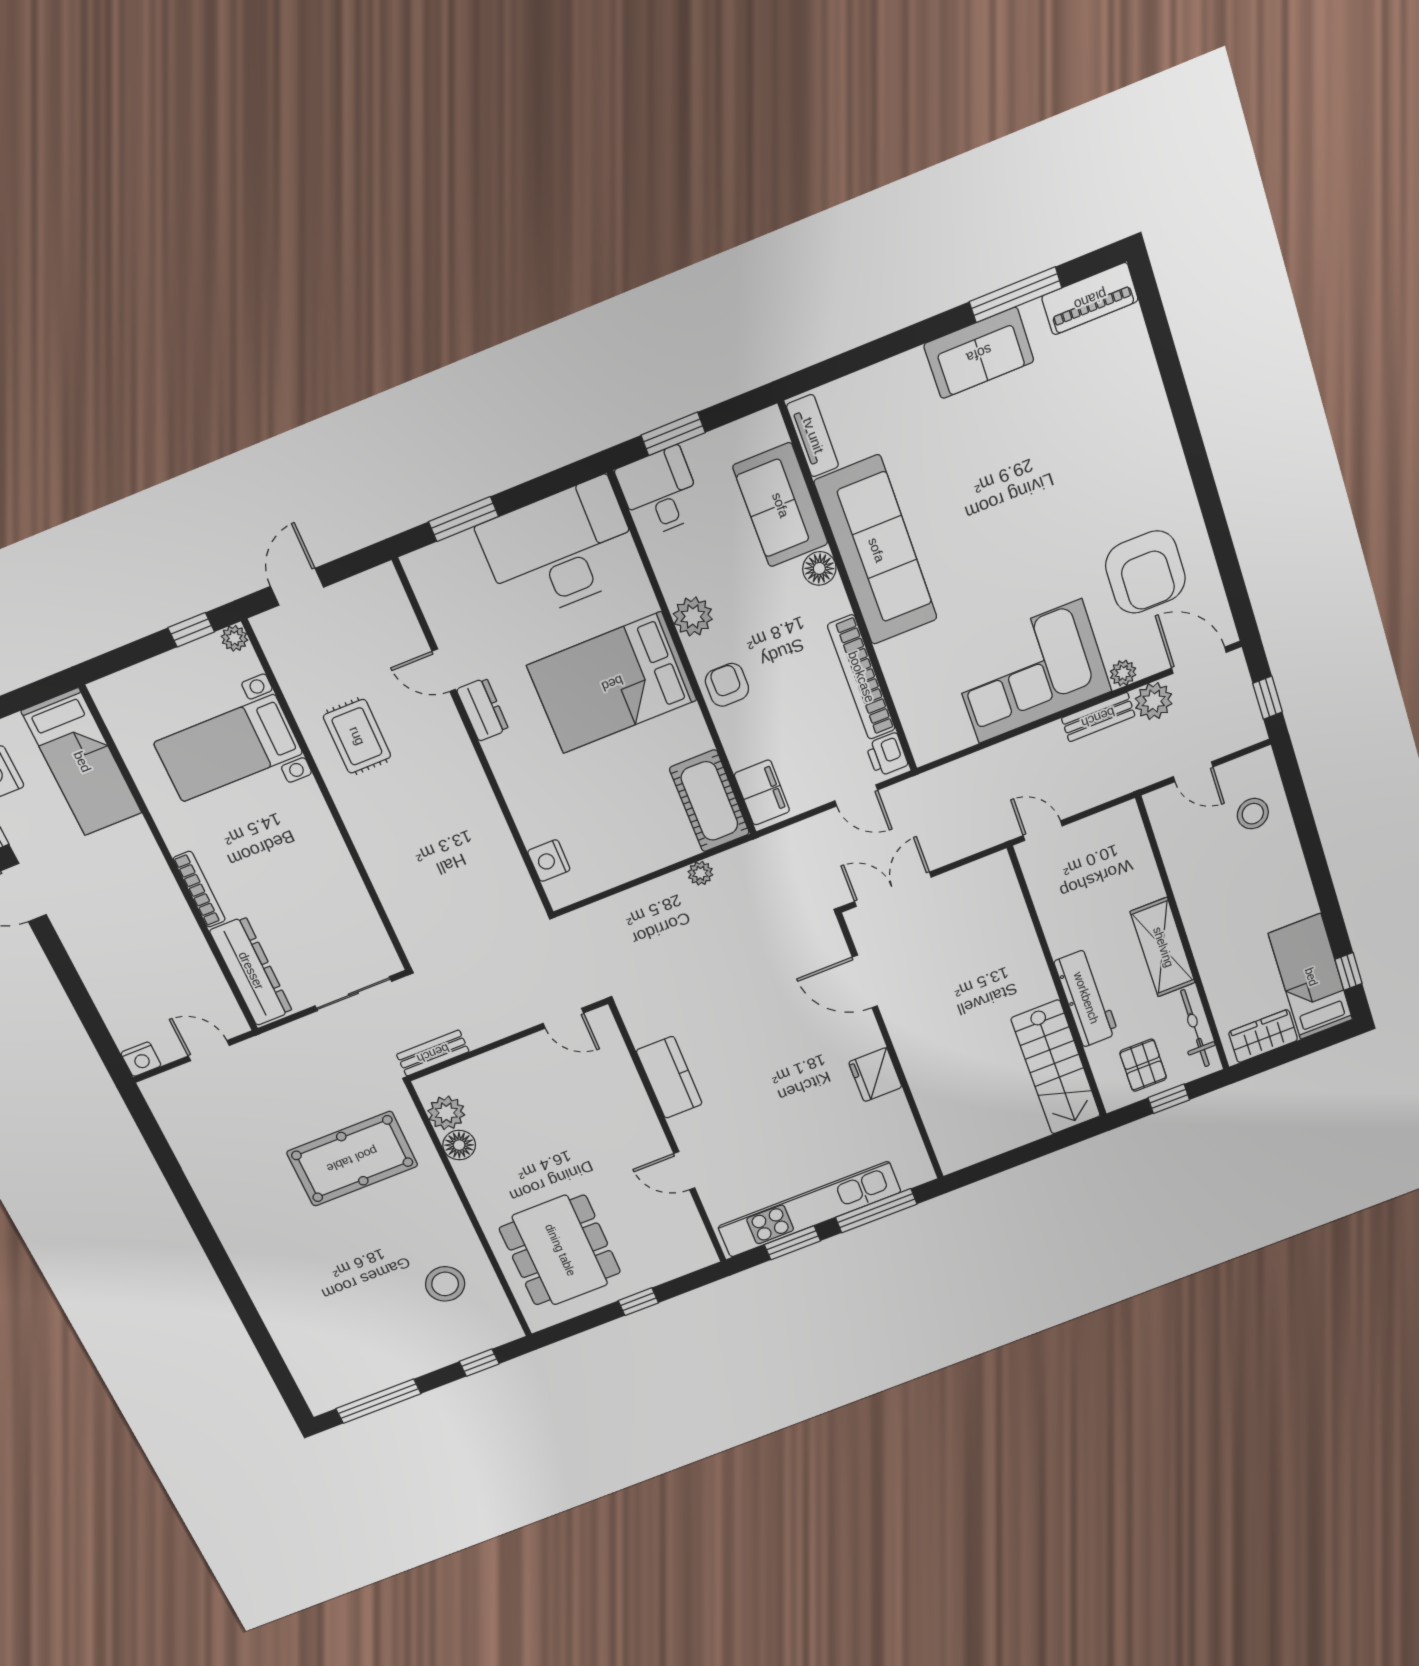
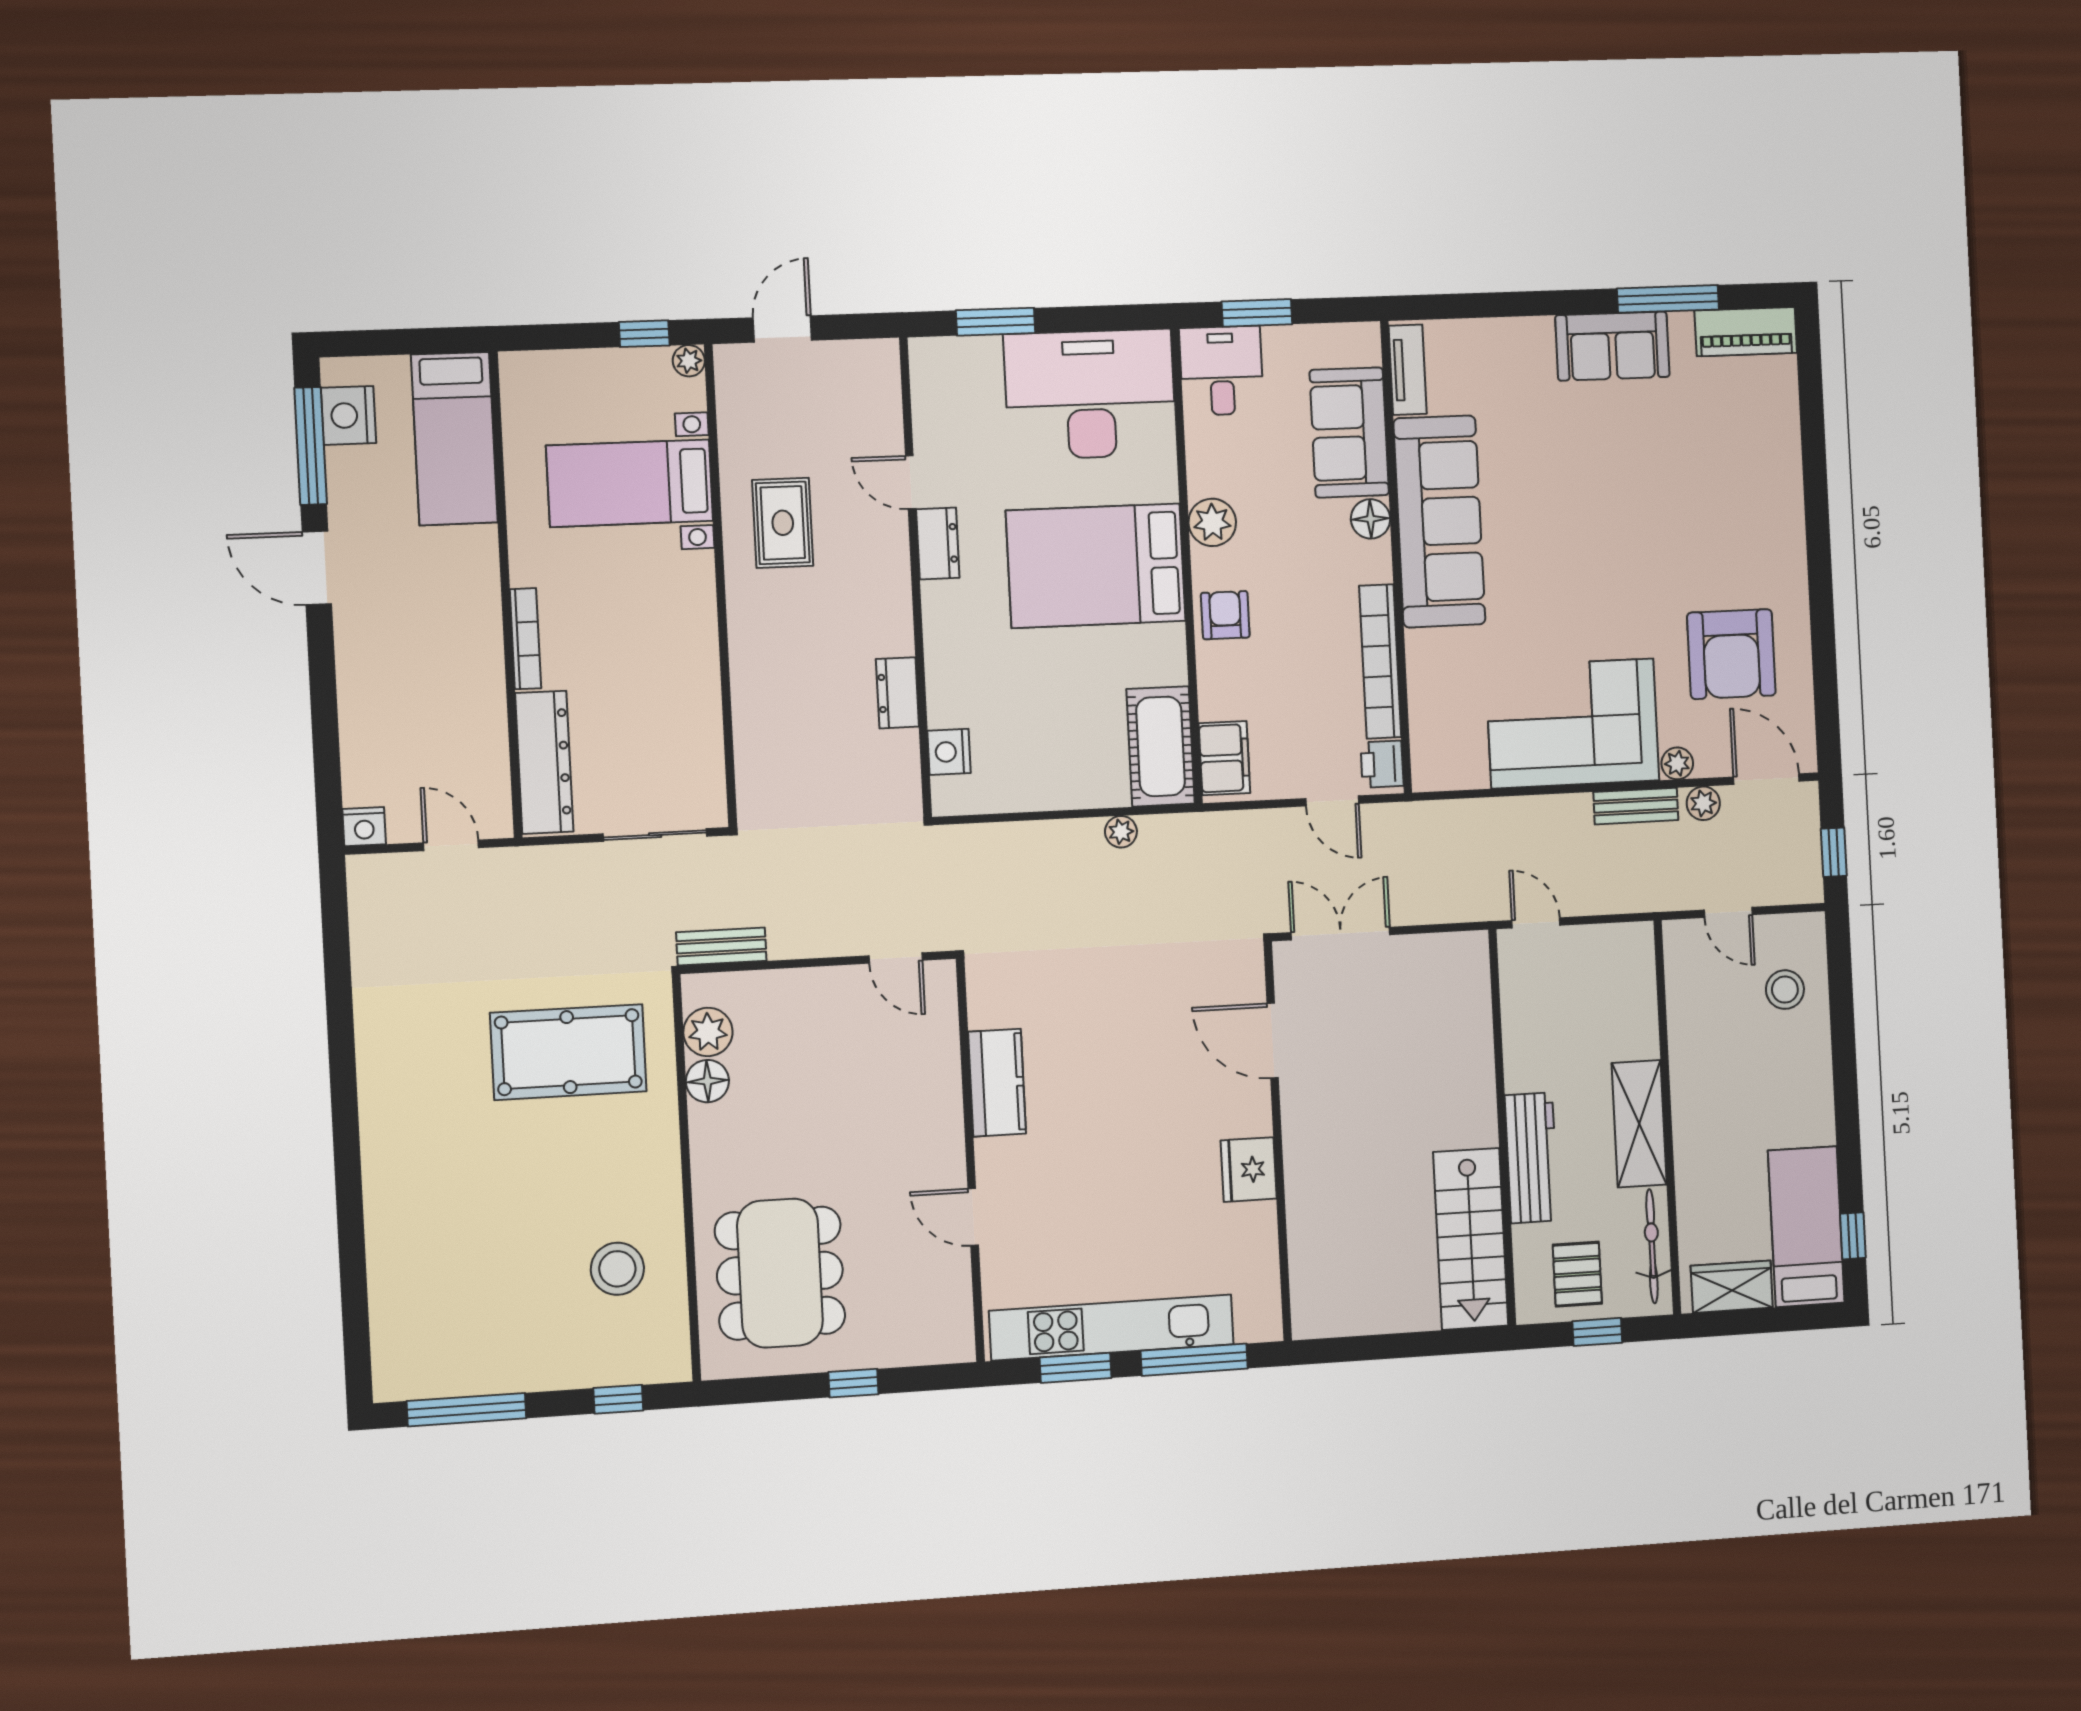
plant: (1154, 701) -> (1703, 803), width x0.73, depth x0.73
dresser: (494, 831) -> (897, 693), added

